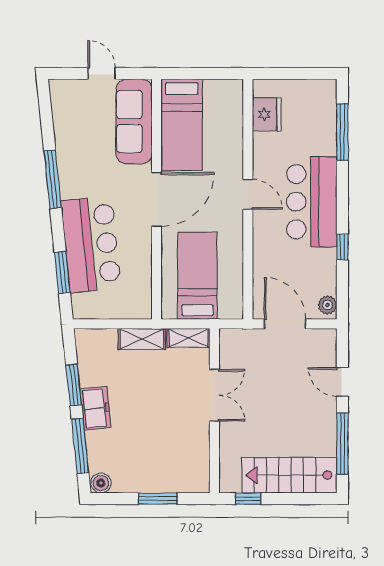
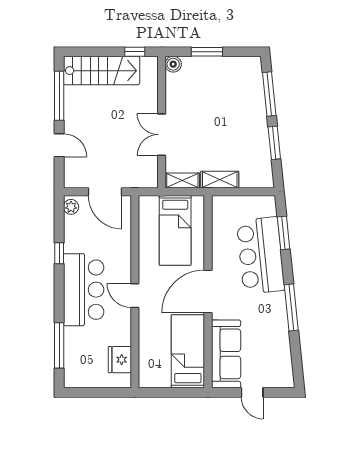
freezer: (95, 408) -> (257, 124), removed
boiler: (101, 483) -> (173, 64), moved

